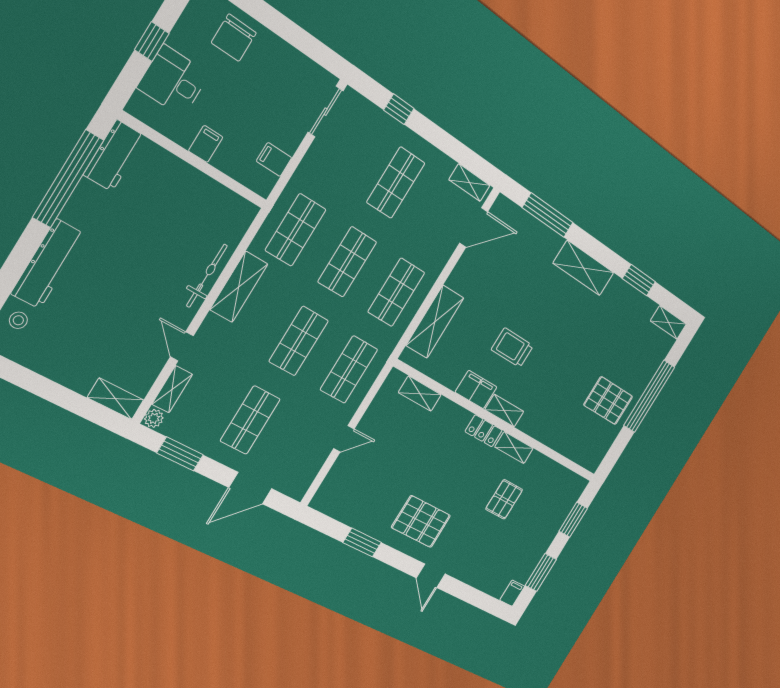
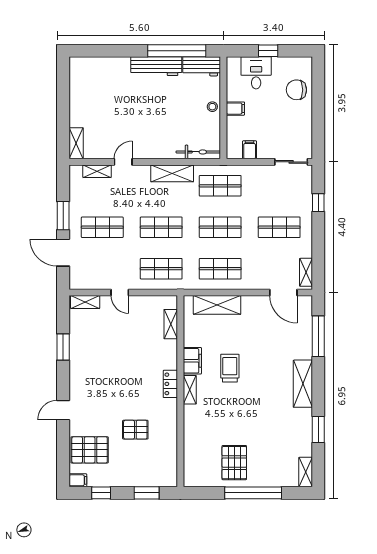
workbench: (48, 264) -> (156, 66), moved
bicycle: (207, 276) -> (198, 152), moved
stool: (18, 320) -> (212, 107), moved
plant: (154, 418) -> (76, 171), removed
shelving: (514, 448) -> (85, 302), moved, turned 90
window: (180, 454) -> (63, 216), moved
pallet: (421, 522) -> (90, 450), moved, turned 90
window: (541, 572) -> (101, 493), width x0.67

